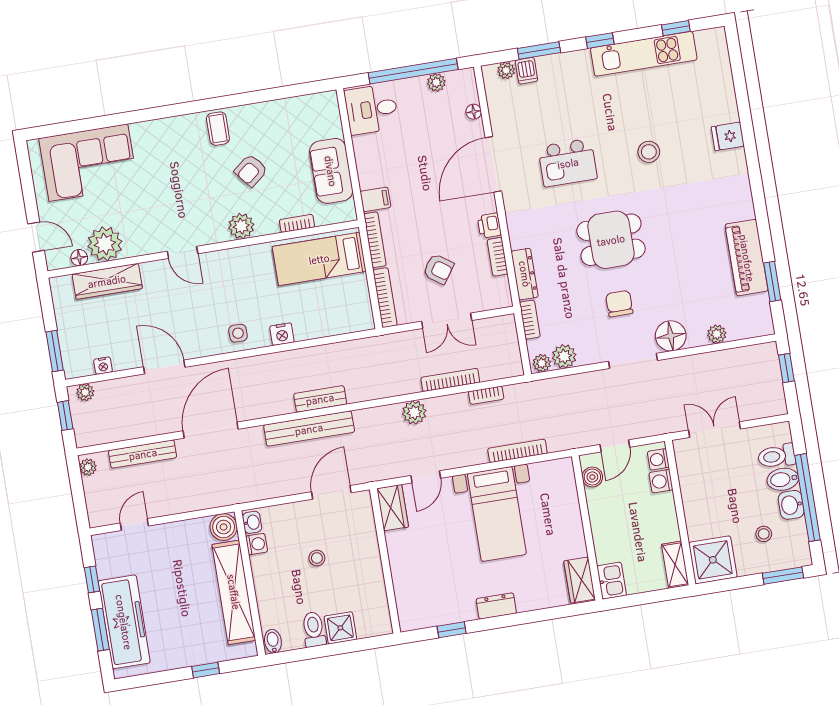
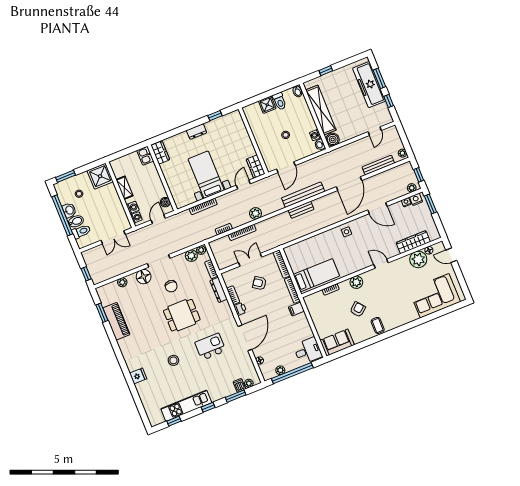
sofa: (331, 171) -> (337, 343), moved, turned -90
nightstand: (282, 334) -> (416, 199), moved
shelving: (675, 565) -> (124, 188), moved

